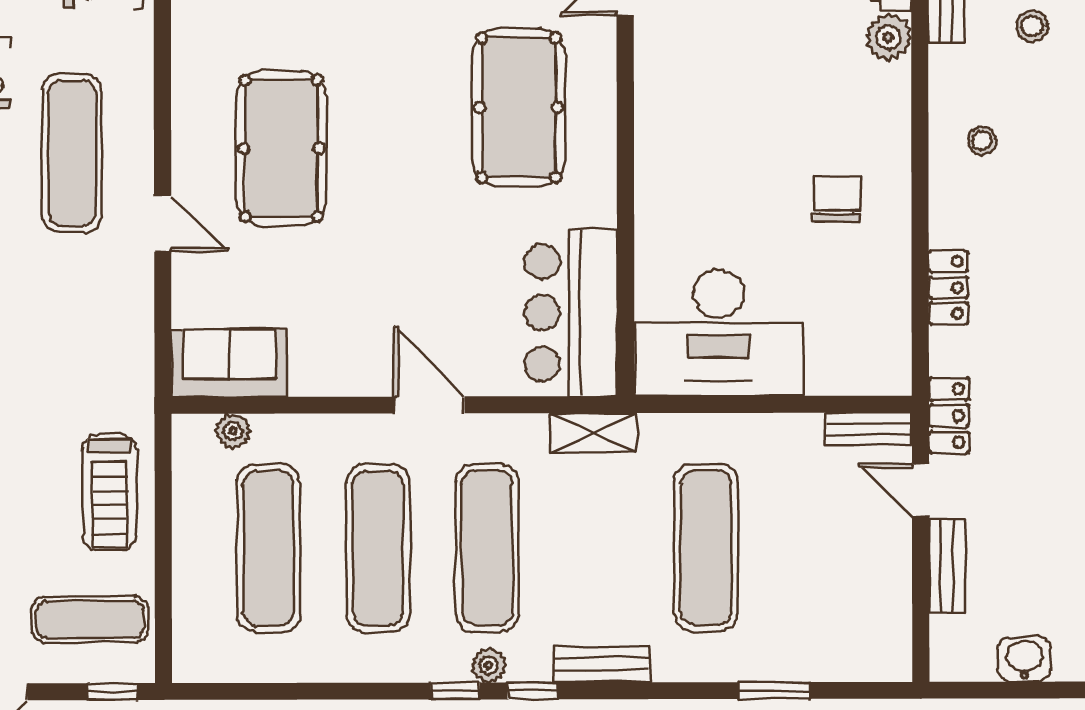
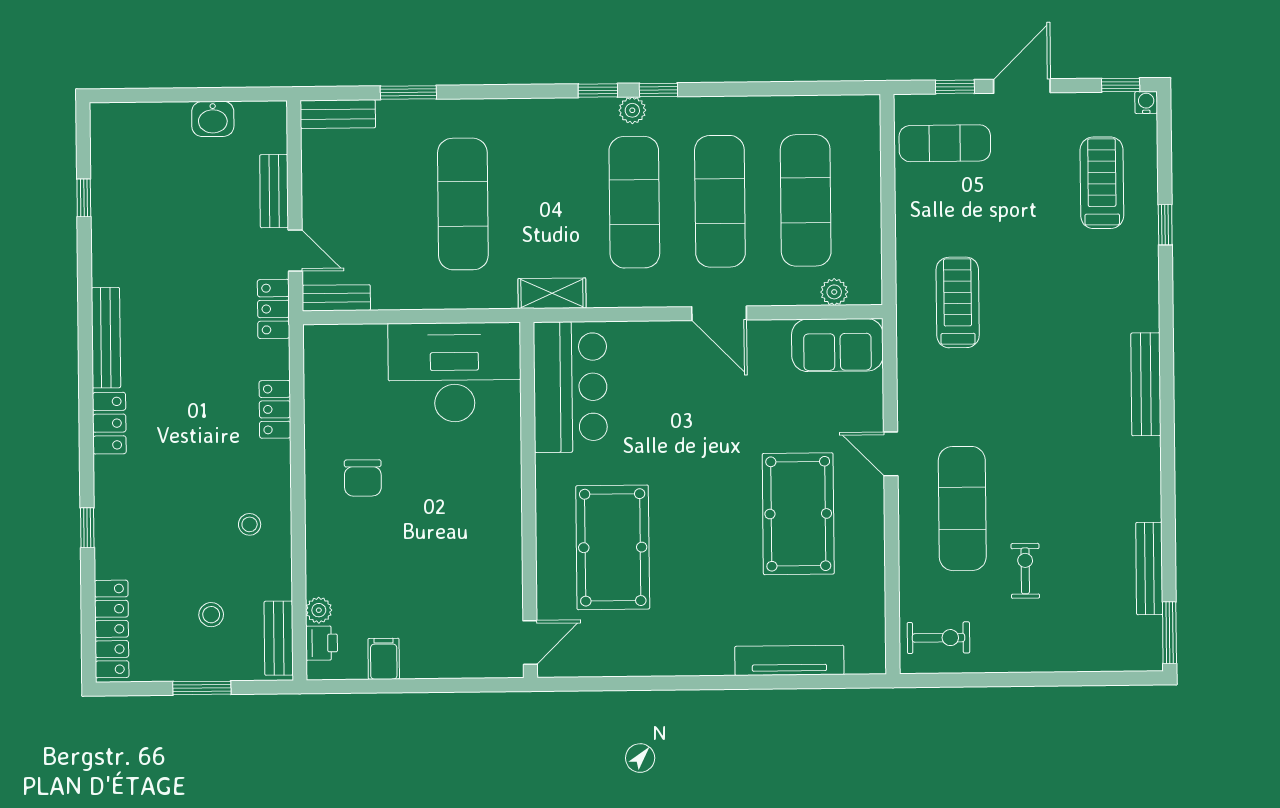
plant: (888, 37) -> (319, 610), width x0.73, depth x0.73
door: (430, 405) -> (719, 313), moved
treadmill: (109, 492) -> (958, 302), moved
bench: (602, 664) -> (338, 114), moved
window: (113, 692) -> (955, 87), moved

